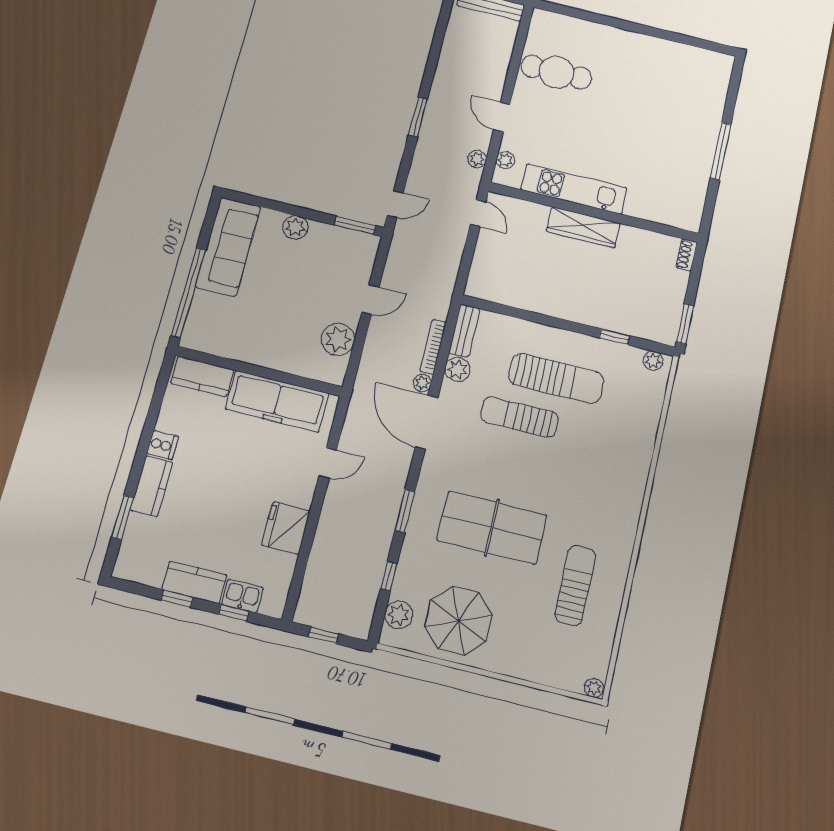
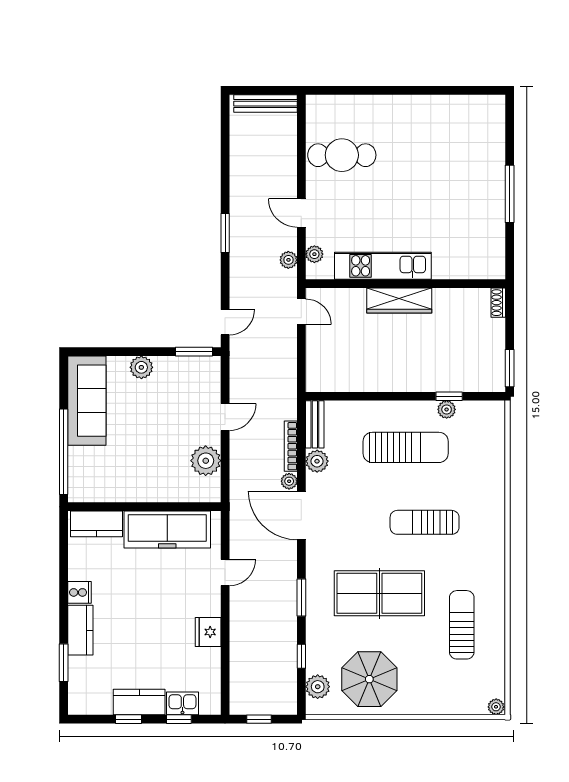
plant: (653, 361) -> (447, 409), moved
sun lounger: (520, 417) -> (425, 522), moved
fridge: (286, 528) -> (208, 632), width x0.73, depth x0.75

